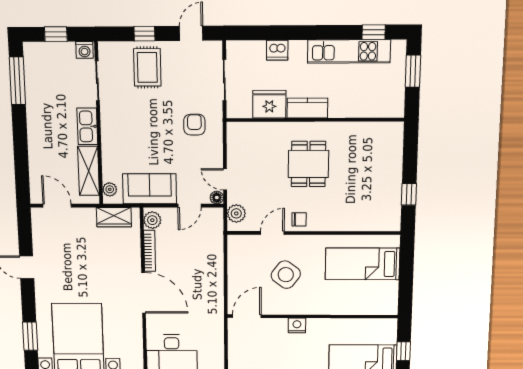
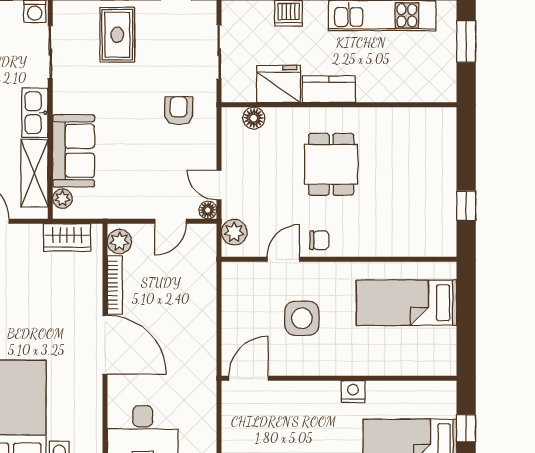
floor lamp: (251, 130) -> (254, 118), added
sofa: (150, 189) -> (74, 151), moved, turned 90
side table: (286, 275) -> (302, 318), turned -37
nightstand: (297, 325) -> (353, 391), moved

